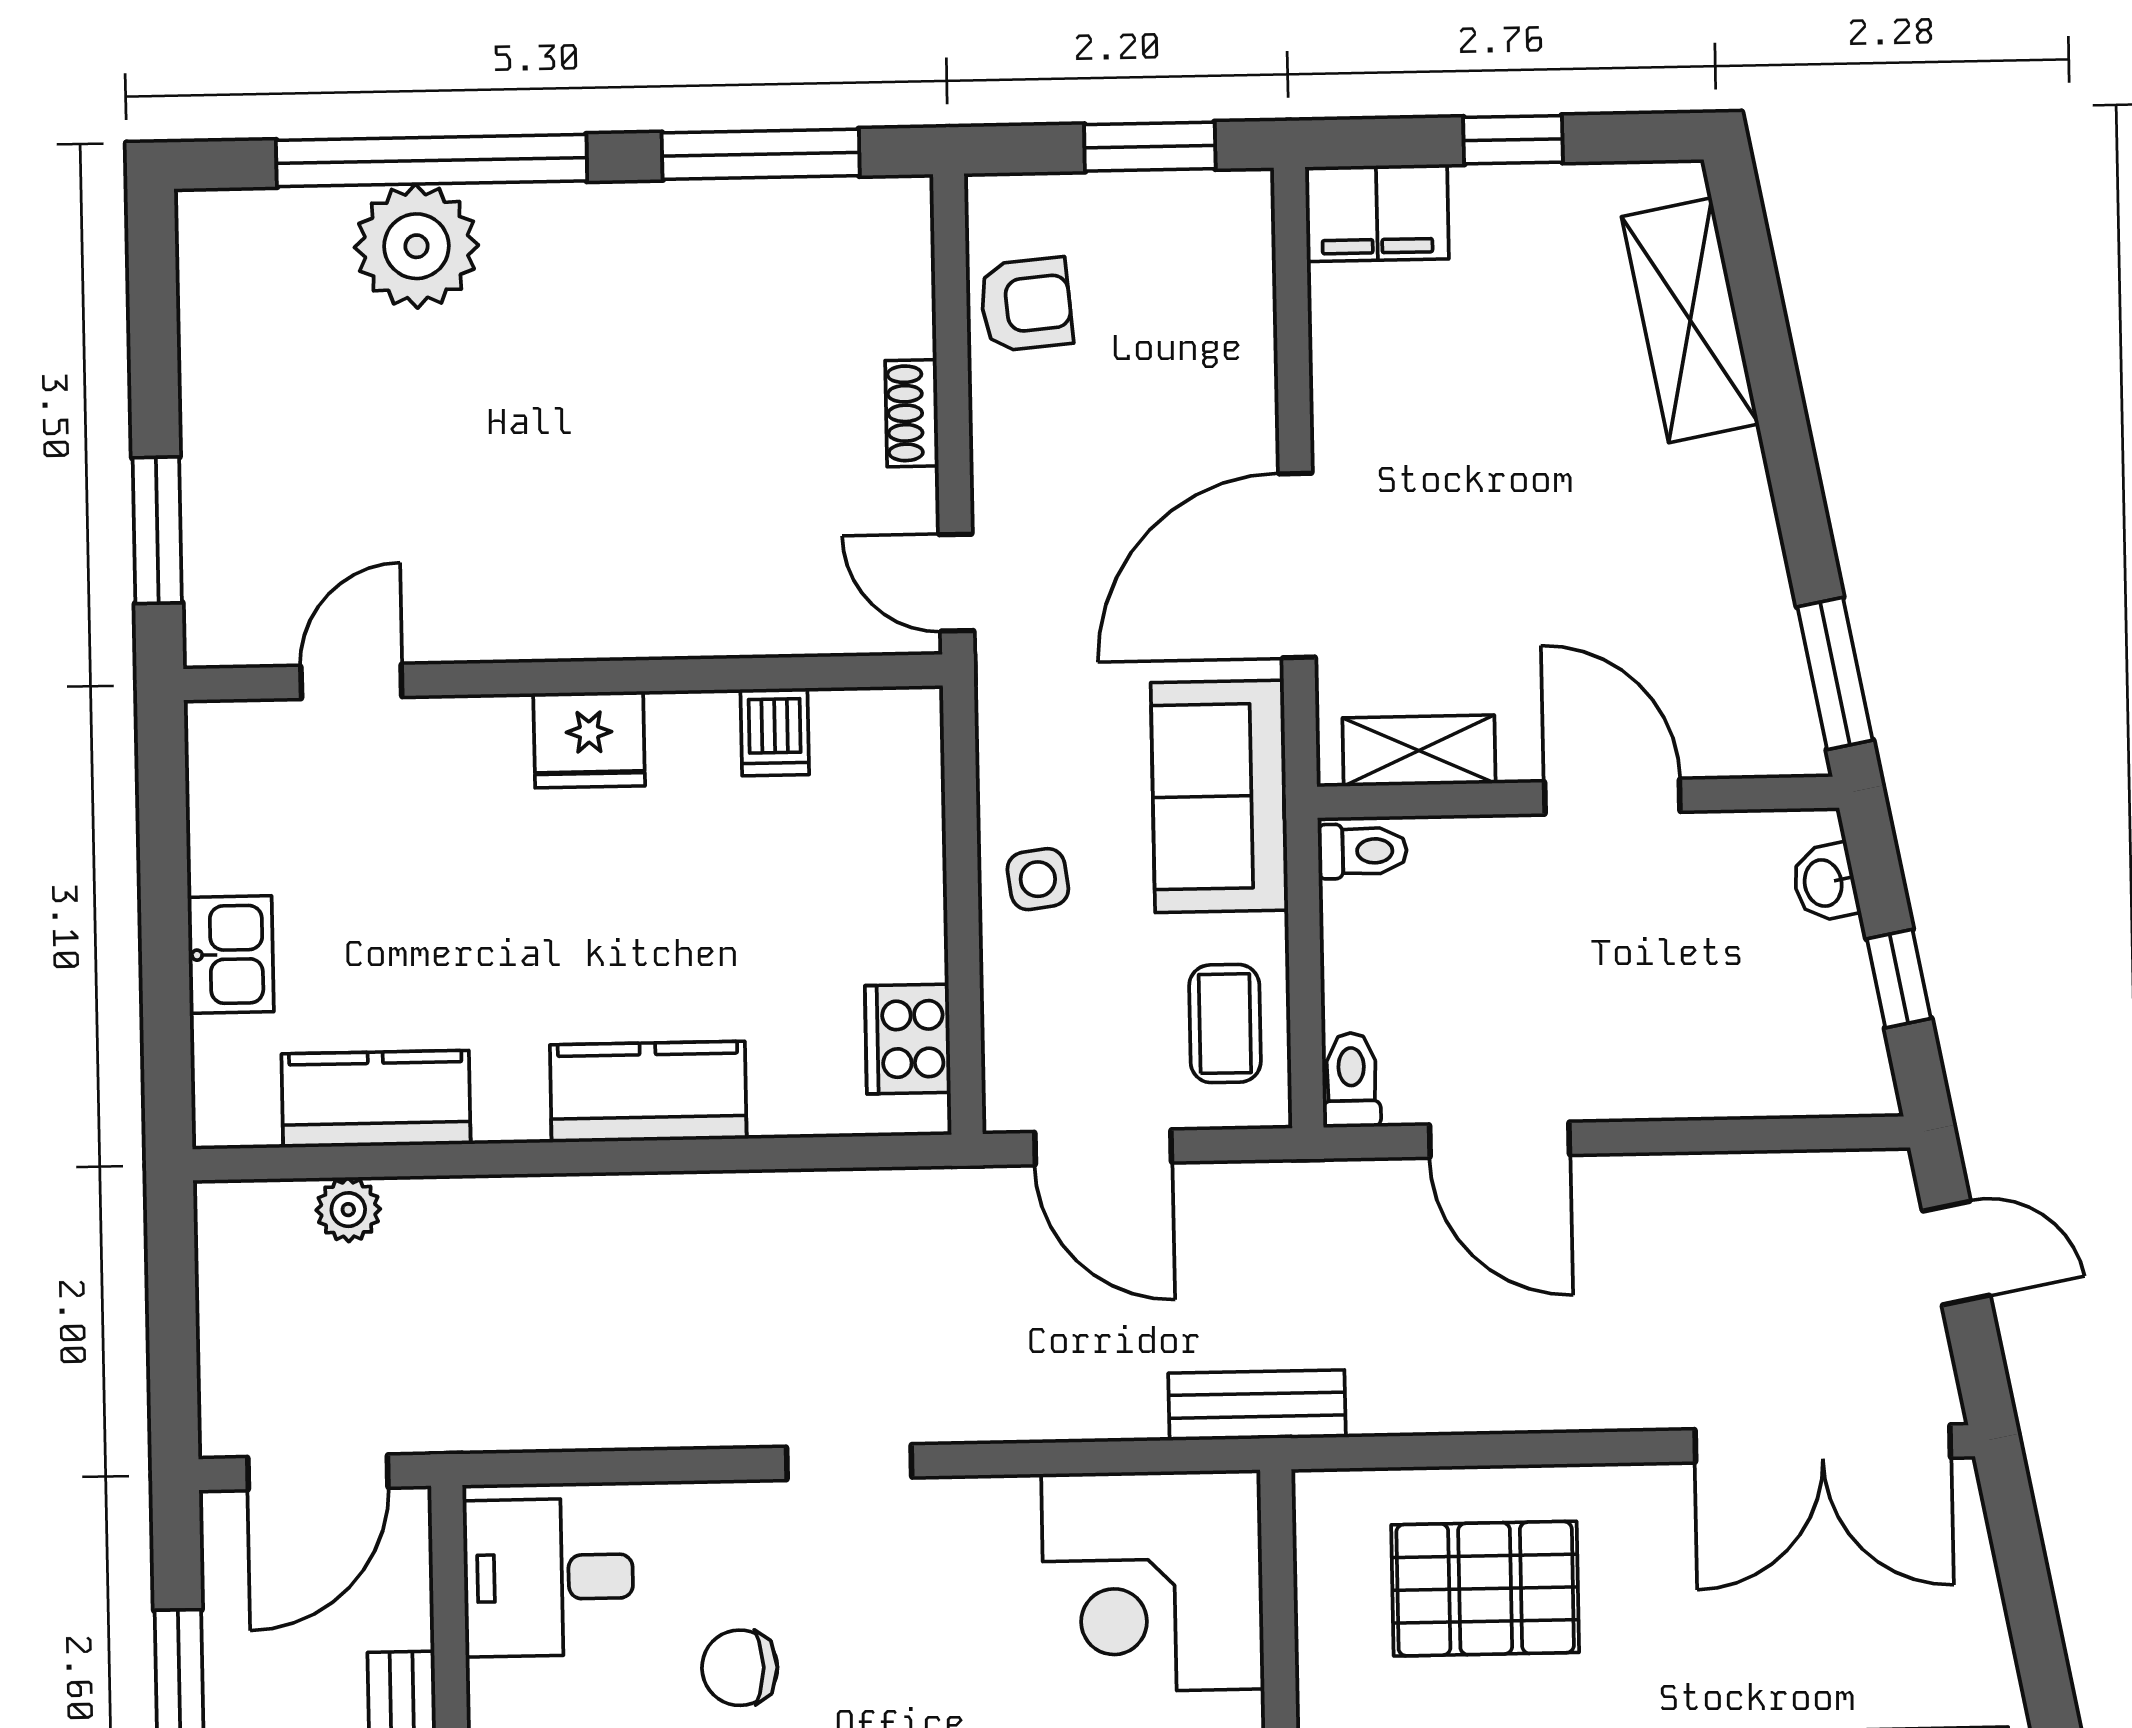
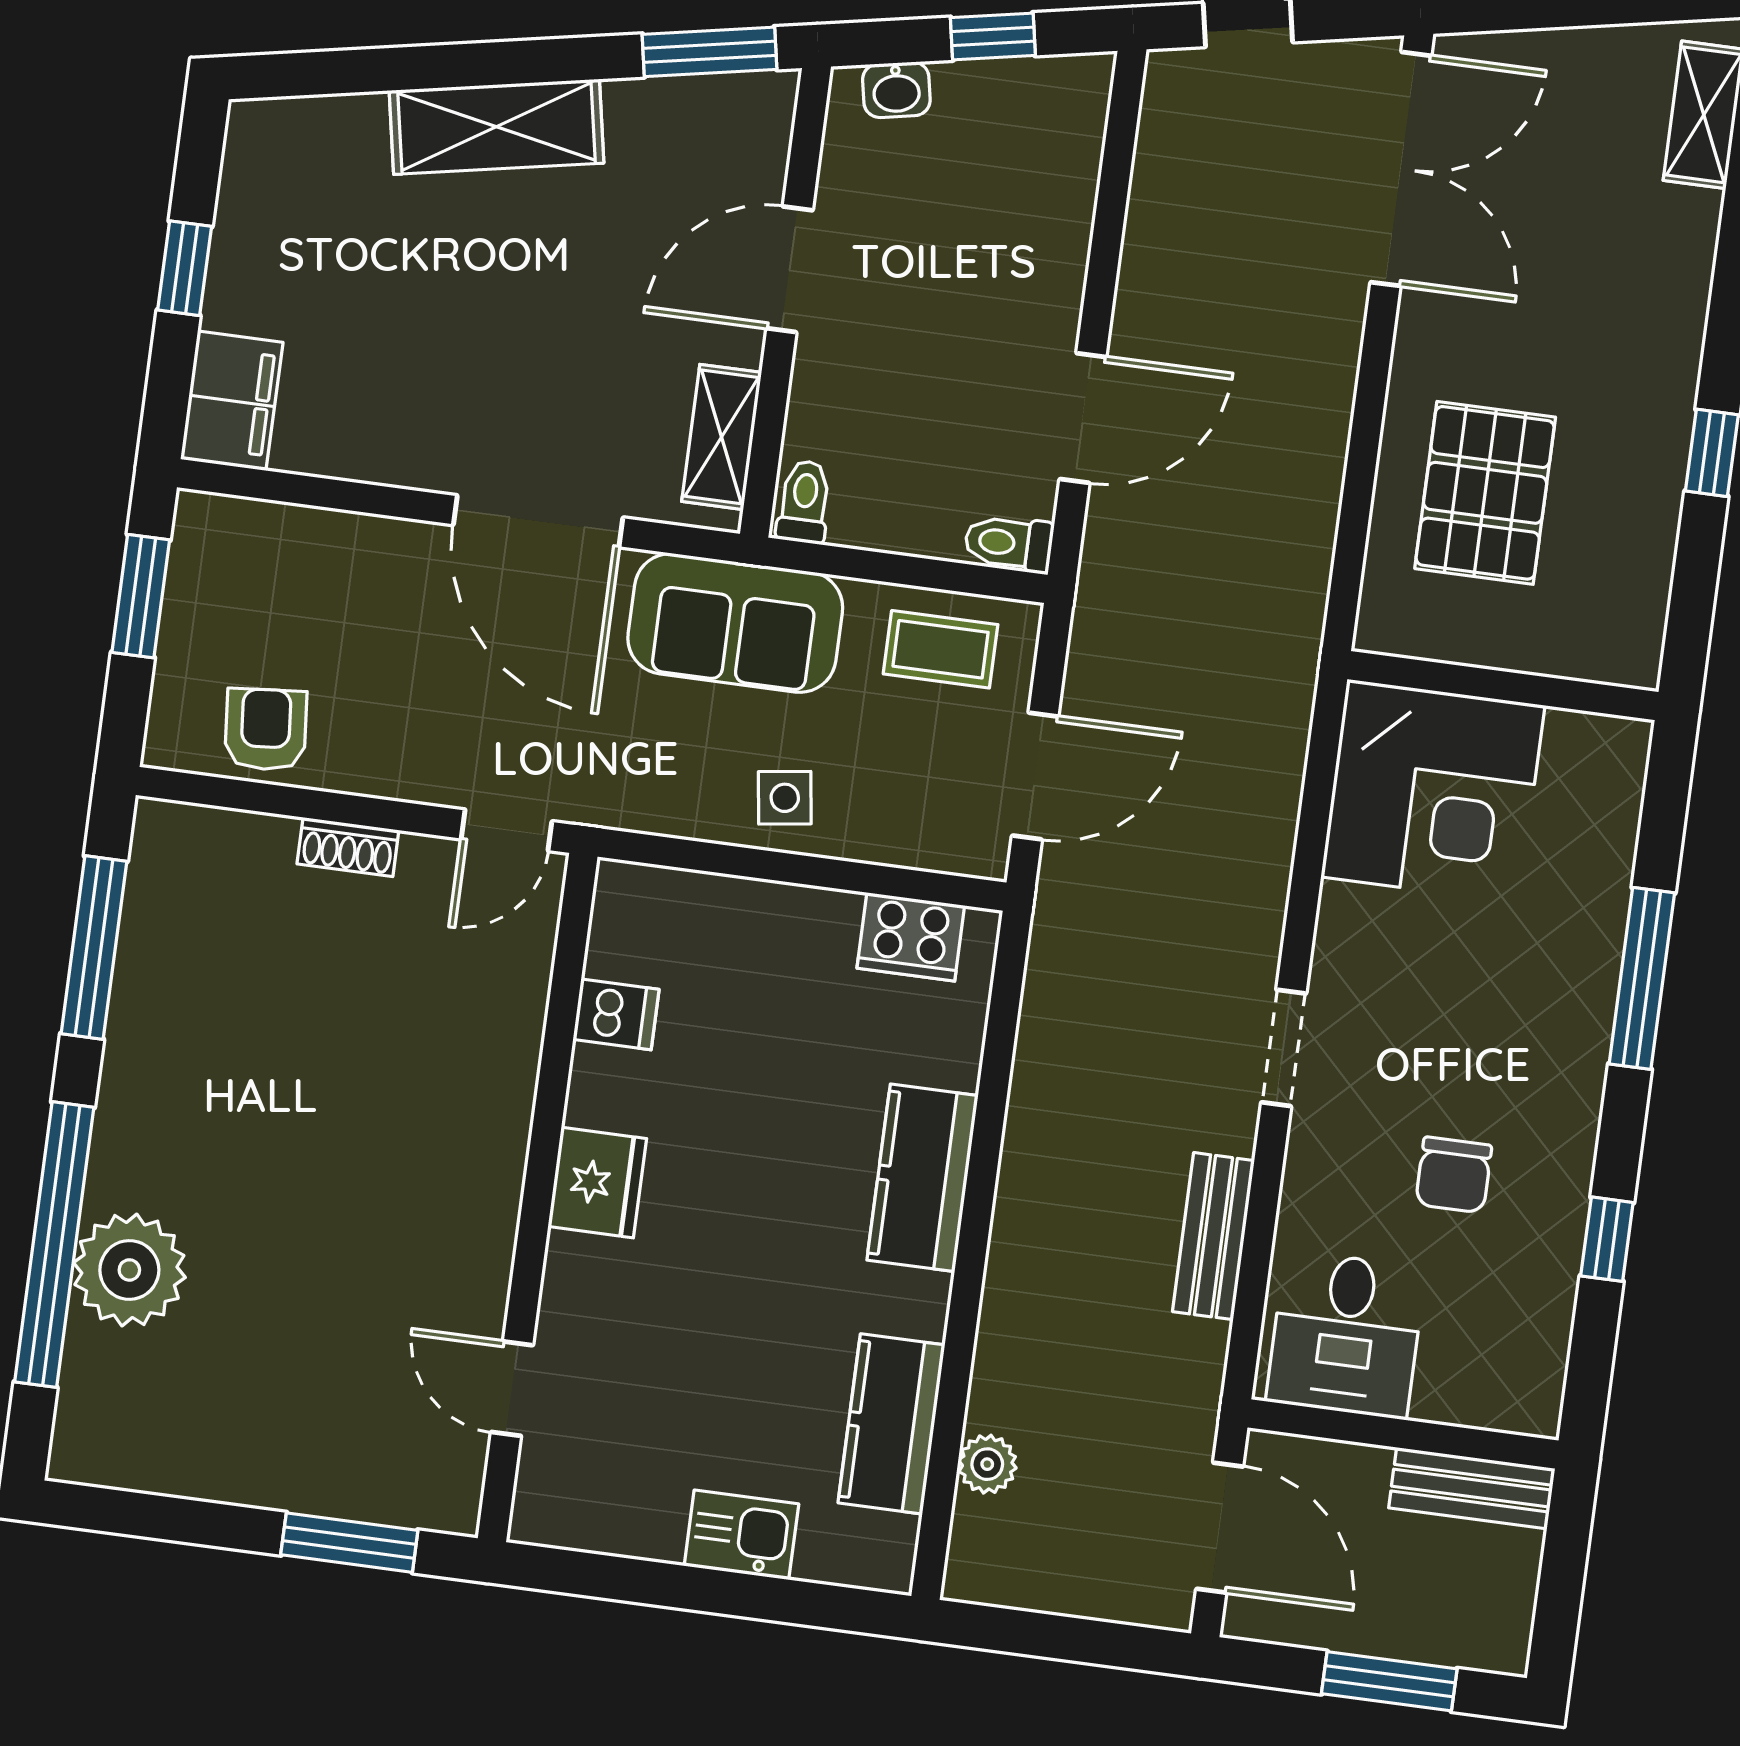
shelving: (1690, 320) -> (496, 127), moved
bench: (1257, 1405) -> (1213, 1236), moved

